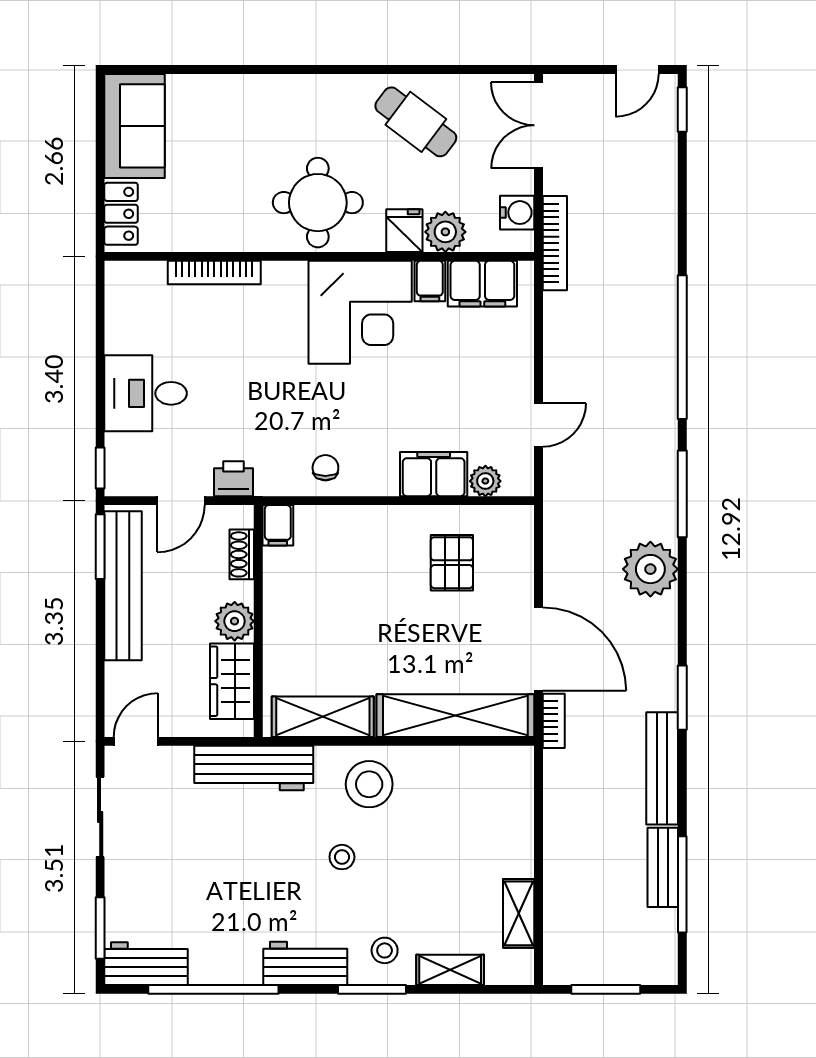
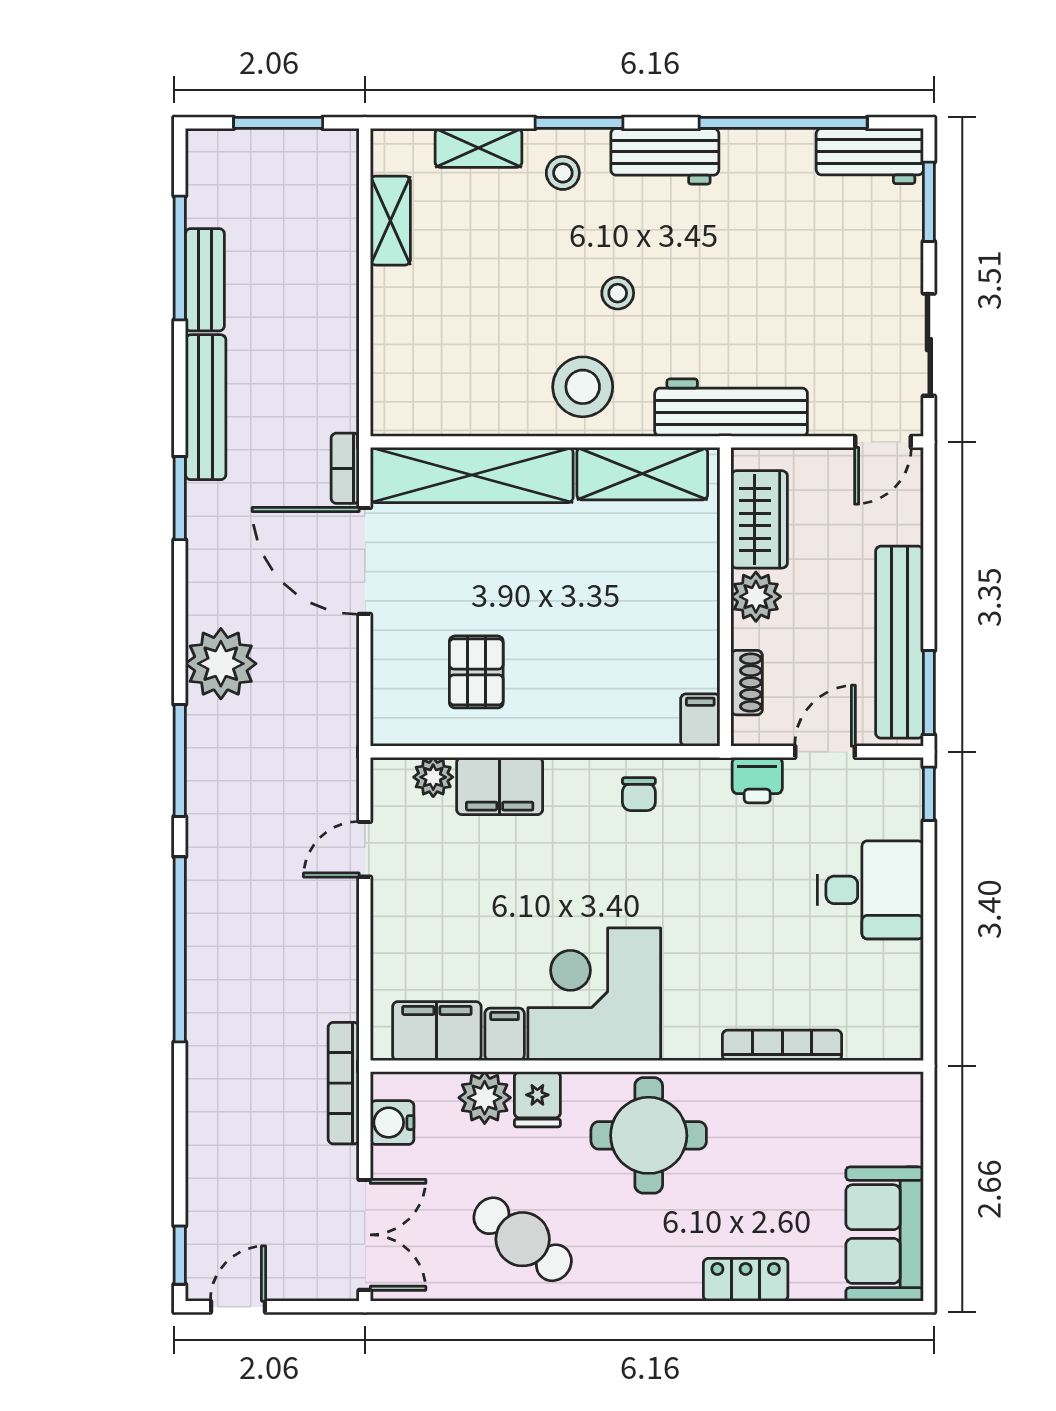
locker: (121, 214) -> (746, 1280), moved, turned 90

